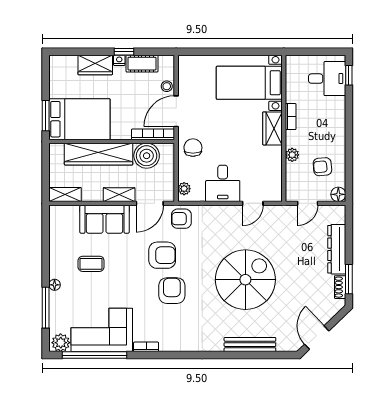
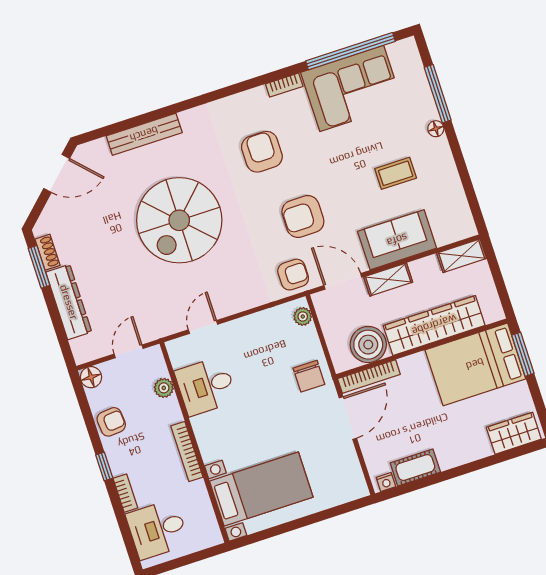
window: (124, 52) -> (445, 476), removed
nightstand: (119, 60) -> (386, 482), moved
wardrobe: (95, 65) -> (514, 433), moved
window: (349, 75) -> (104, 467), moved
stool: (167, 86) -> (372, 448), removed
bookcase: (341, 110) -> (125, 493), added
bookcase: (291, 117) -> (187, 452), width x1.56
wardrobe: (272, 128) -> (210, 437), removed
plant: (292, 155) -> (164, 388), moved
armchair: (322, 167) -> (111, 422), moved
desk: (223, 183) -> (206, 386), moved, turned -90
door: (150, 203) -> (343, 281), hinge flipped
armchair: (172, 291) -> (262, 152), moved, turned 180
door: (317, 338) -> (57, 173), hinge flipped
plant: (61, 343) -> (402, 53), removed

